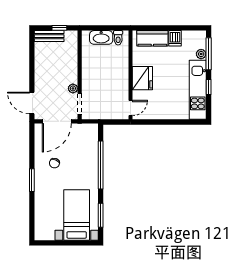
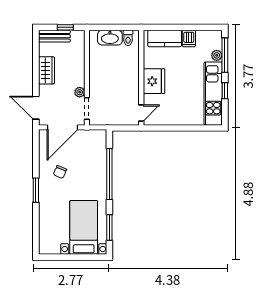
wardrobe: (42, 68) -> (47, 70), added

